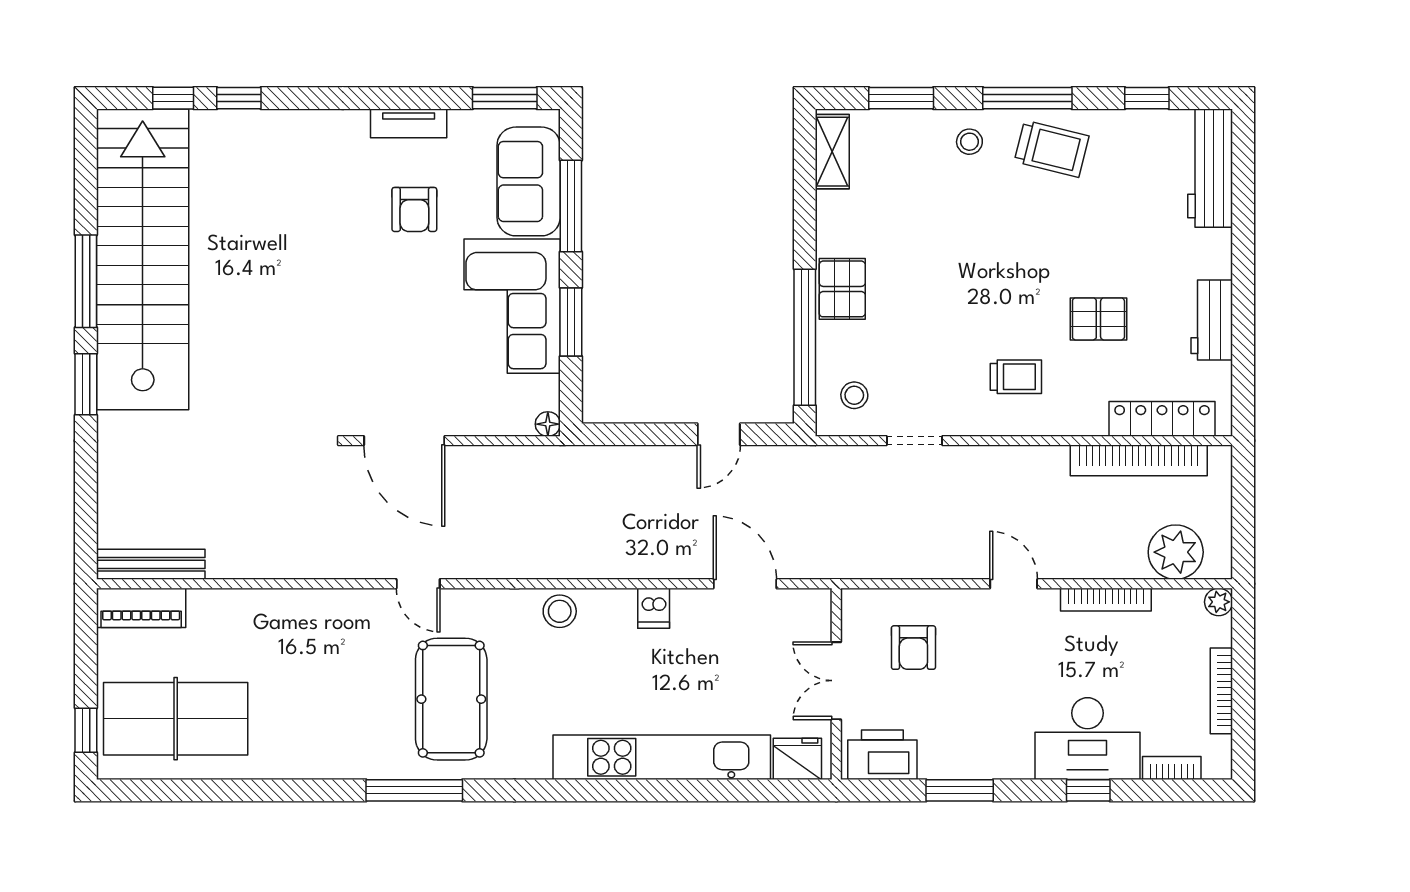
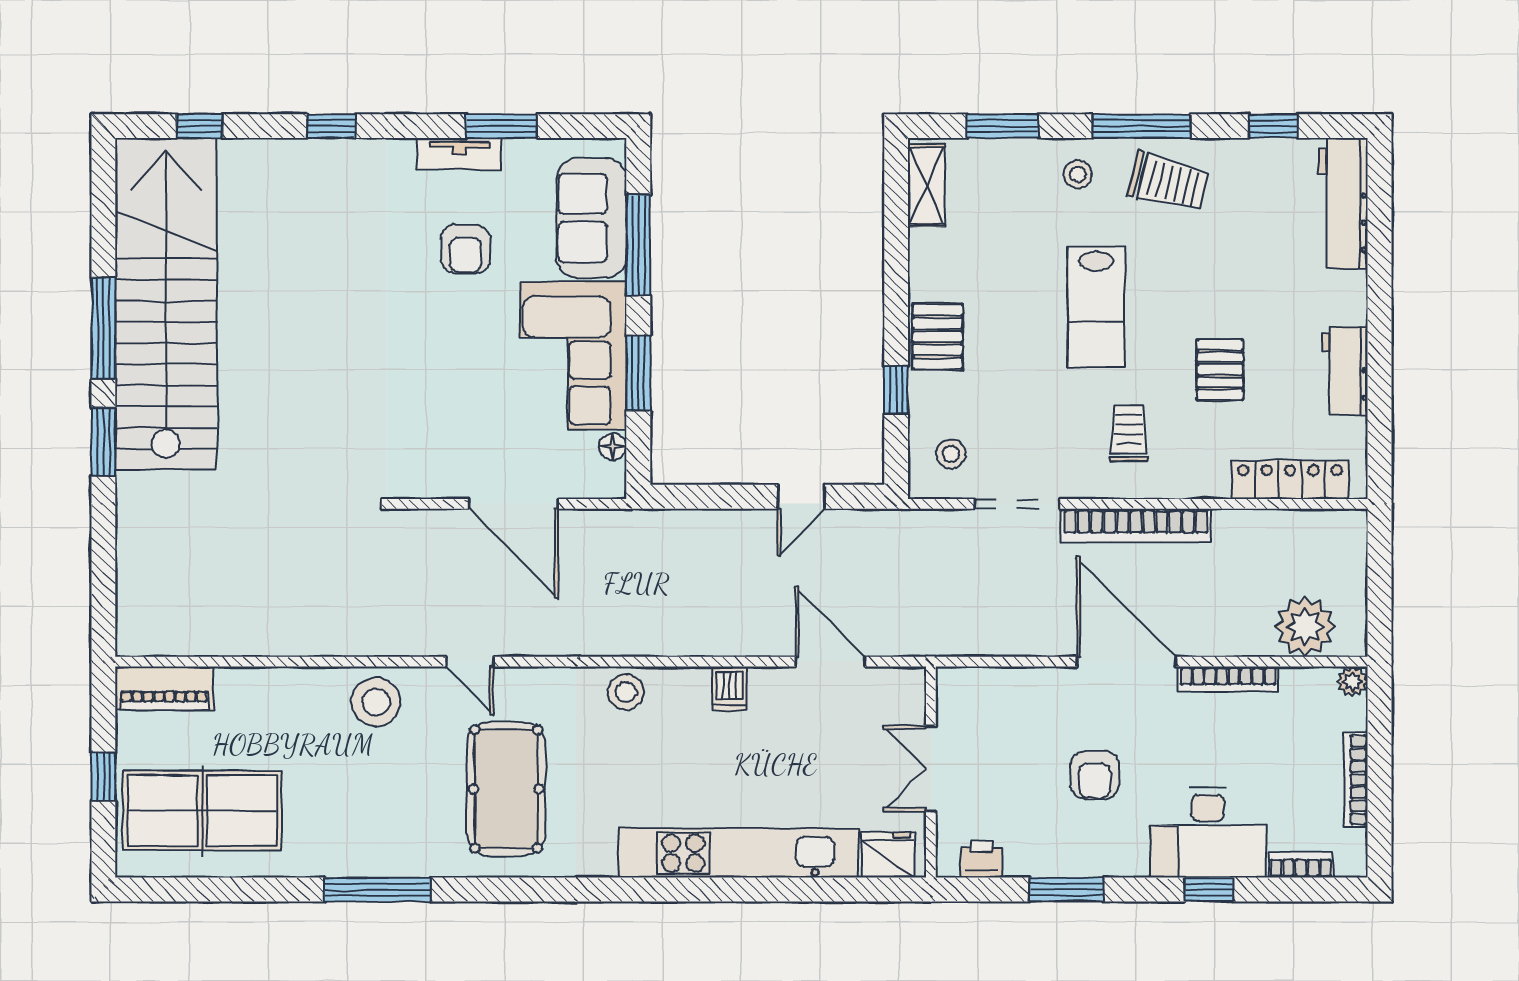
window: (239, 98) -> (331, 126), moved
window: (505, 98) -> (502, 126), moved
lab bench: (986, 262) -> (1096, 307), added
pallet: (1098, 319) -> (1220, 370), turned 90
window: (805, 337) -> (896, 390), width x0.32
trolley: (1016, 377) -> (1129, 433), turned -90
floor lamp: (548, 424) -> (613, 447), moved
door: (404, 441) -> (513, 504), moved
doorway: (914, 441) -> (1017, 504), width x1.38
bookcase: (1139, 460) -> (1136, 526), moved
bench: (151, 564) -> (175, 640), removed
door: (1014, 584) -> (1126, 662), width x1.88
stool: (333, 620) -> (376, 702), added
armchair: (913, 648) -> (1095, 775), moved
window: (86, 730) -> (103, 777), moved
printer: (882, 755) -> (982, 859), width x0.53, depth x0.68
window: (414, 790) -> (377, 890), moved

